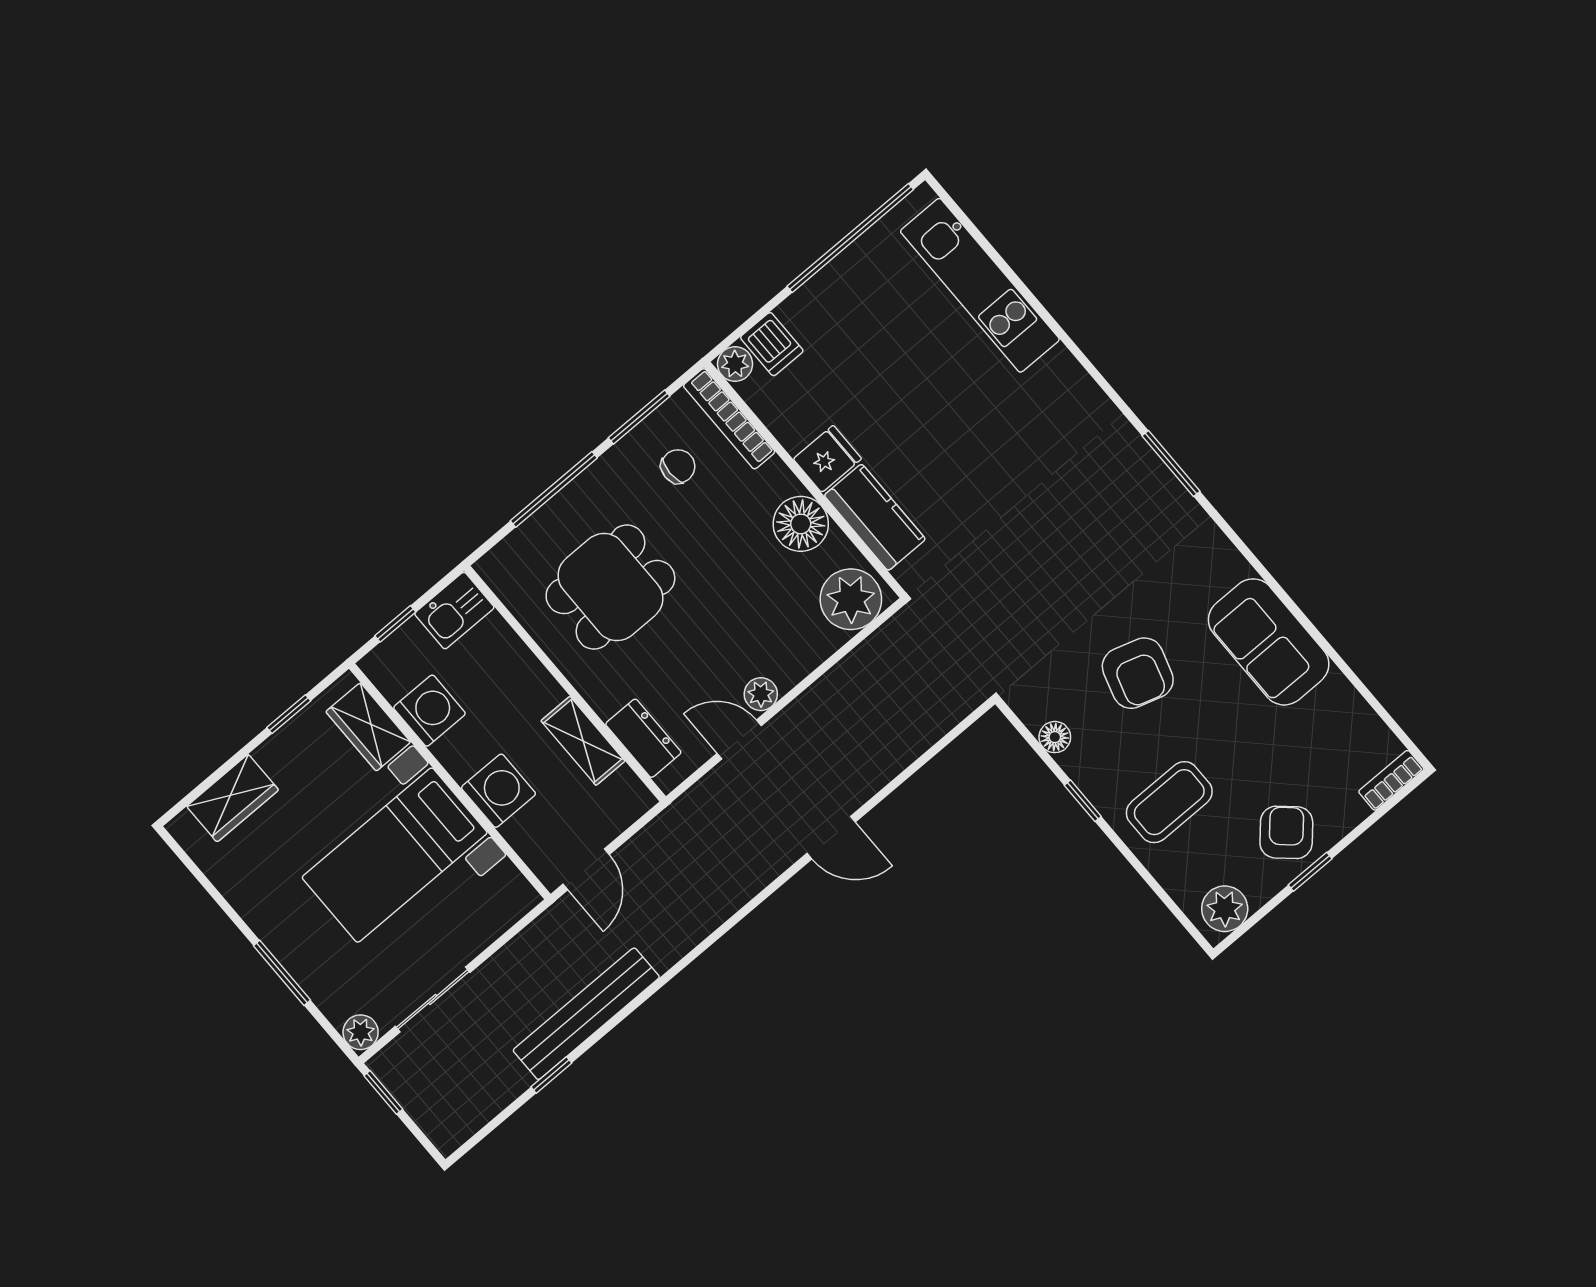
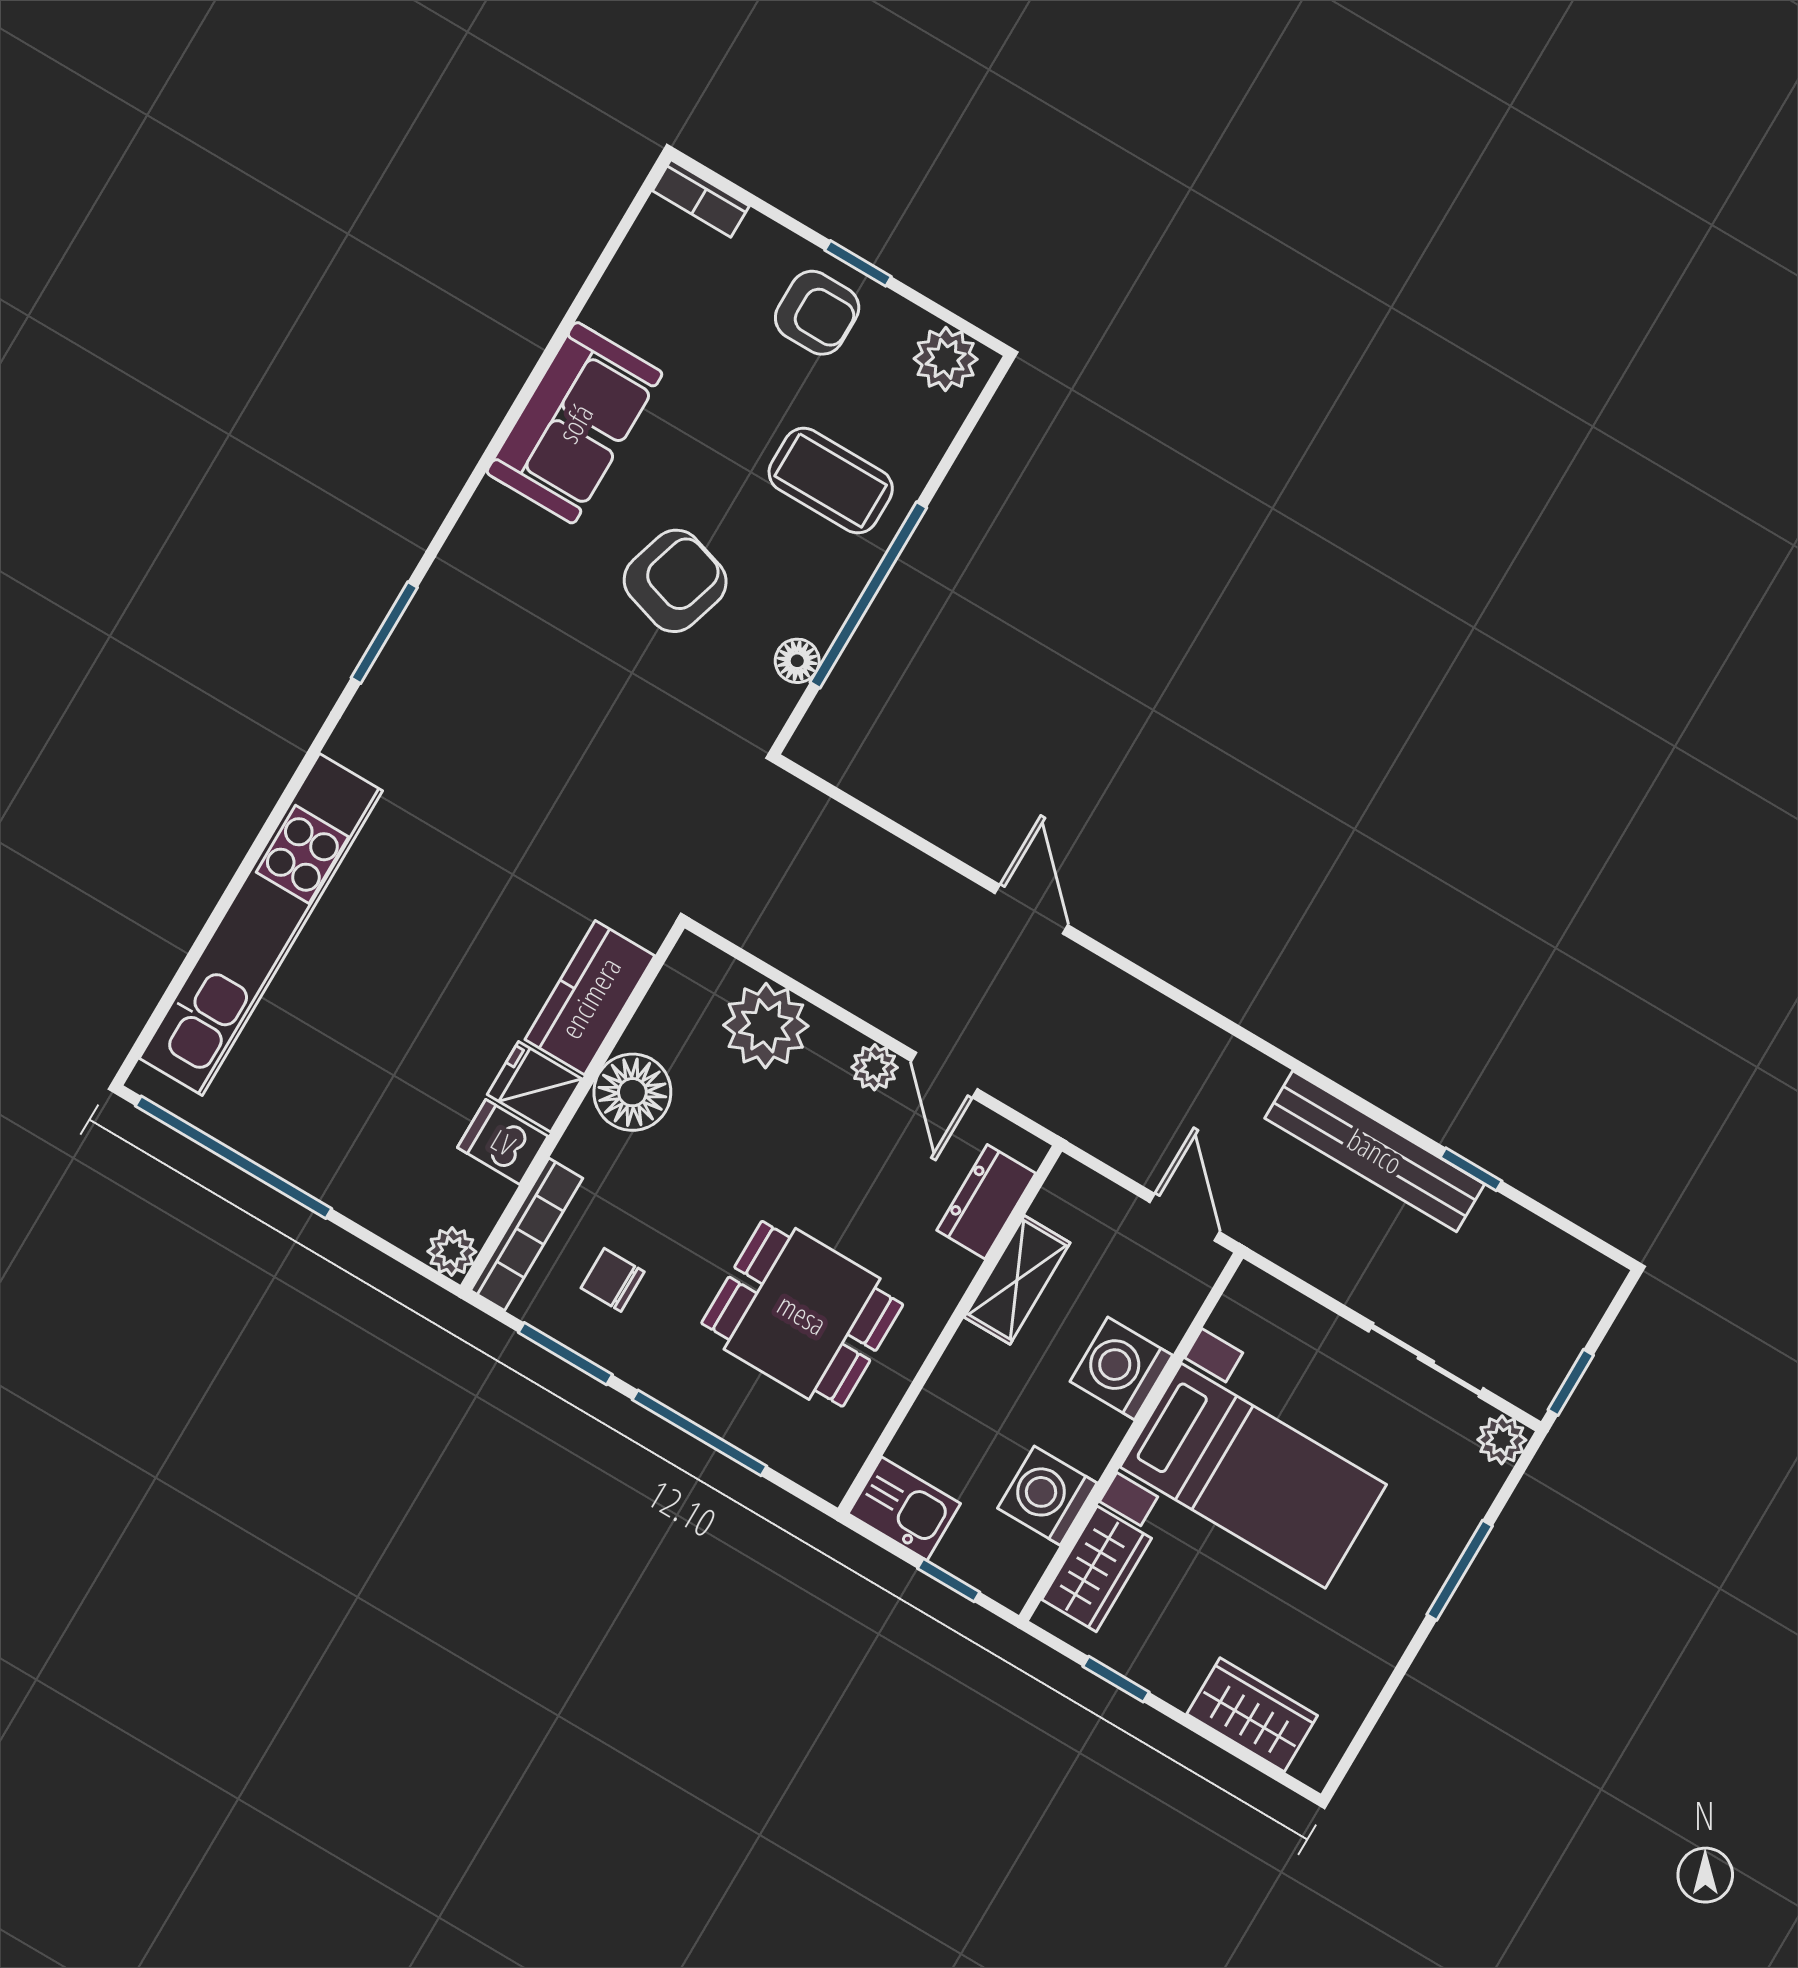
kitchen unit: (980, 285) -> (261, 925), width x1.36
dishwasher: (772, 344) -> (503, 1142), moved, turned -90
plant: (851, 599) -> (766, 1026), moved
window: (1083, 801) -> (868, 595), width x3.17
armchair: (1286, 832) -> (817, 313), turned -132
door: (586, 869) -> (1185, 1217), hinge flipped

